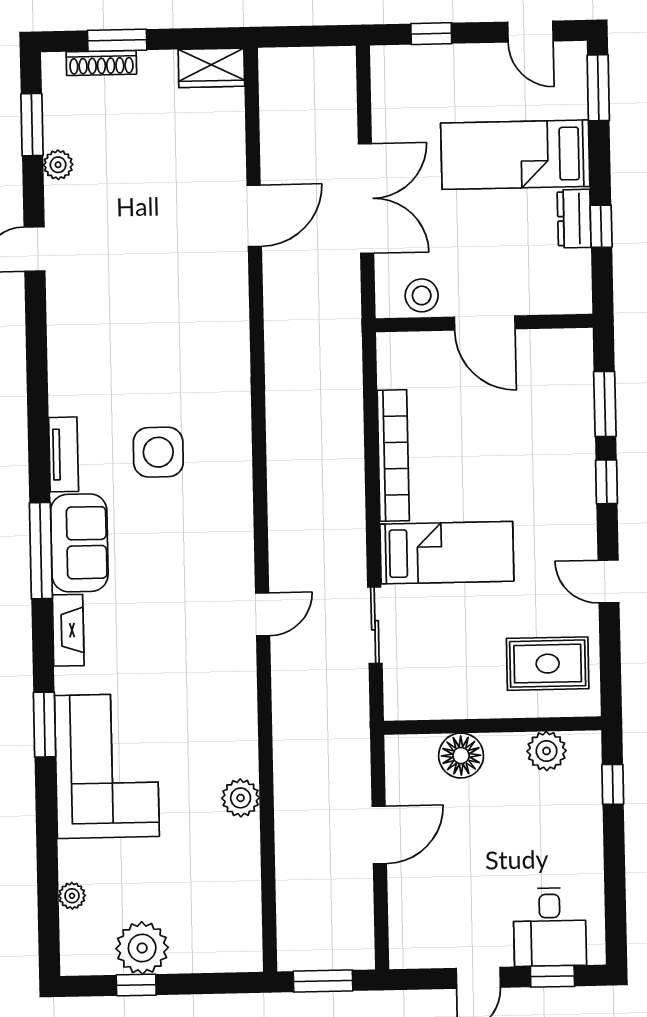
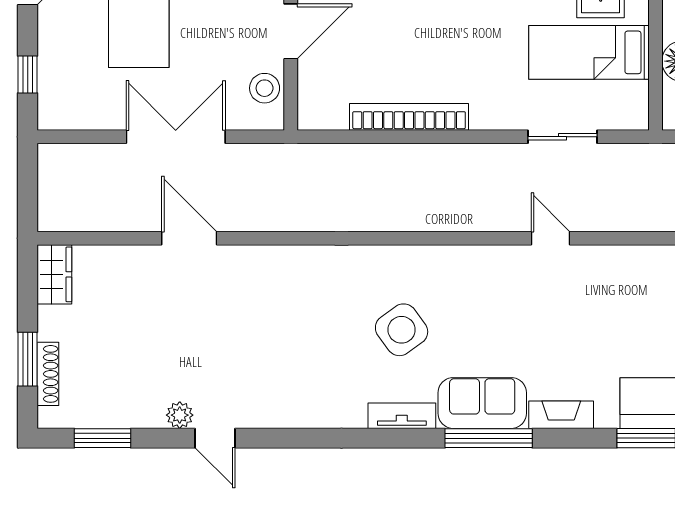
plant: (58, 165) -> (180, 415), moved
side table: (158, 452) -> (402, 330), turned -36
bed: (447, 553) -> (589, 52), moved, turned -90

